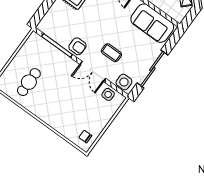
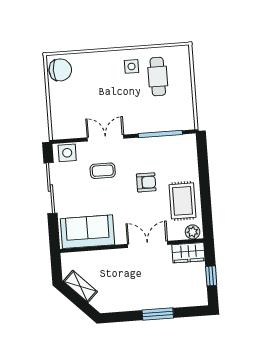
armchair: (77, 46) -> (146, 182), moved, turned 180
side table: (108, 94) -> (132, 66), moved
chair: (85, 137) -> (60, 70), width x1.87, depth x1.87

